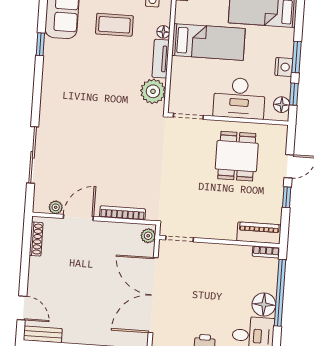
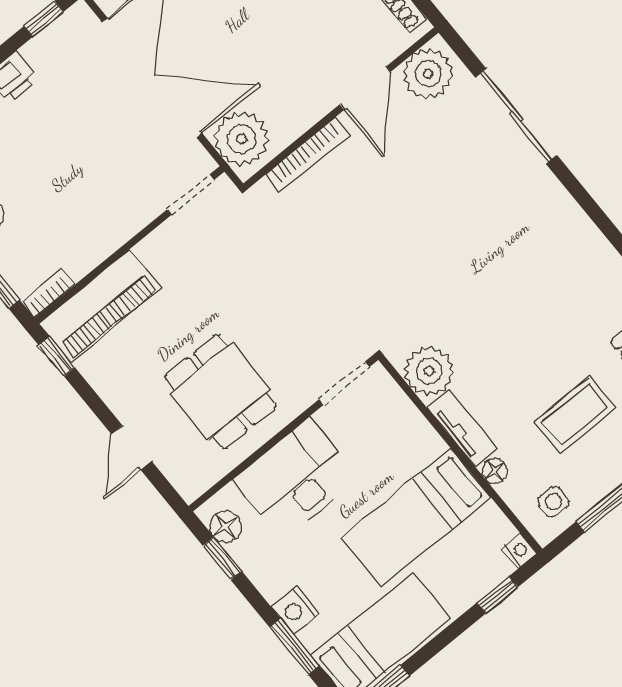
window: (296, 57) -> (294, 646), moved
nightstand: (284, 67) -> (295, 610), moved
window: (287, 197) -> (57, 356), moved
plant: (56, 207) -> (428, 74), width x1.87, depth x1.87
piano: (259, 233) -> (100, 306), width x1.37, depth x1.33
plant: (148, 236) -> (242, 139), width x1.87, depth x1.87

